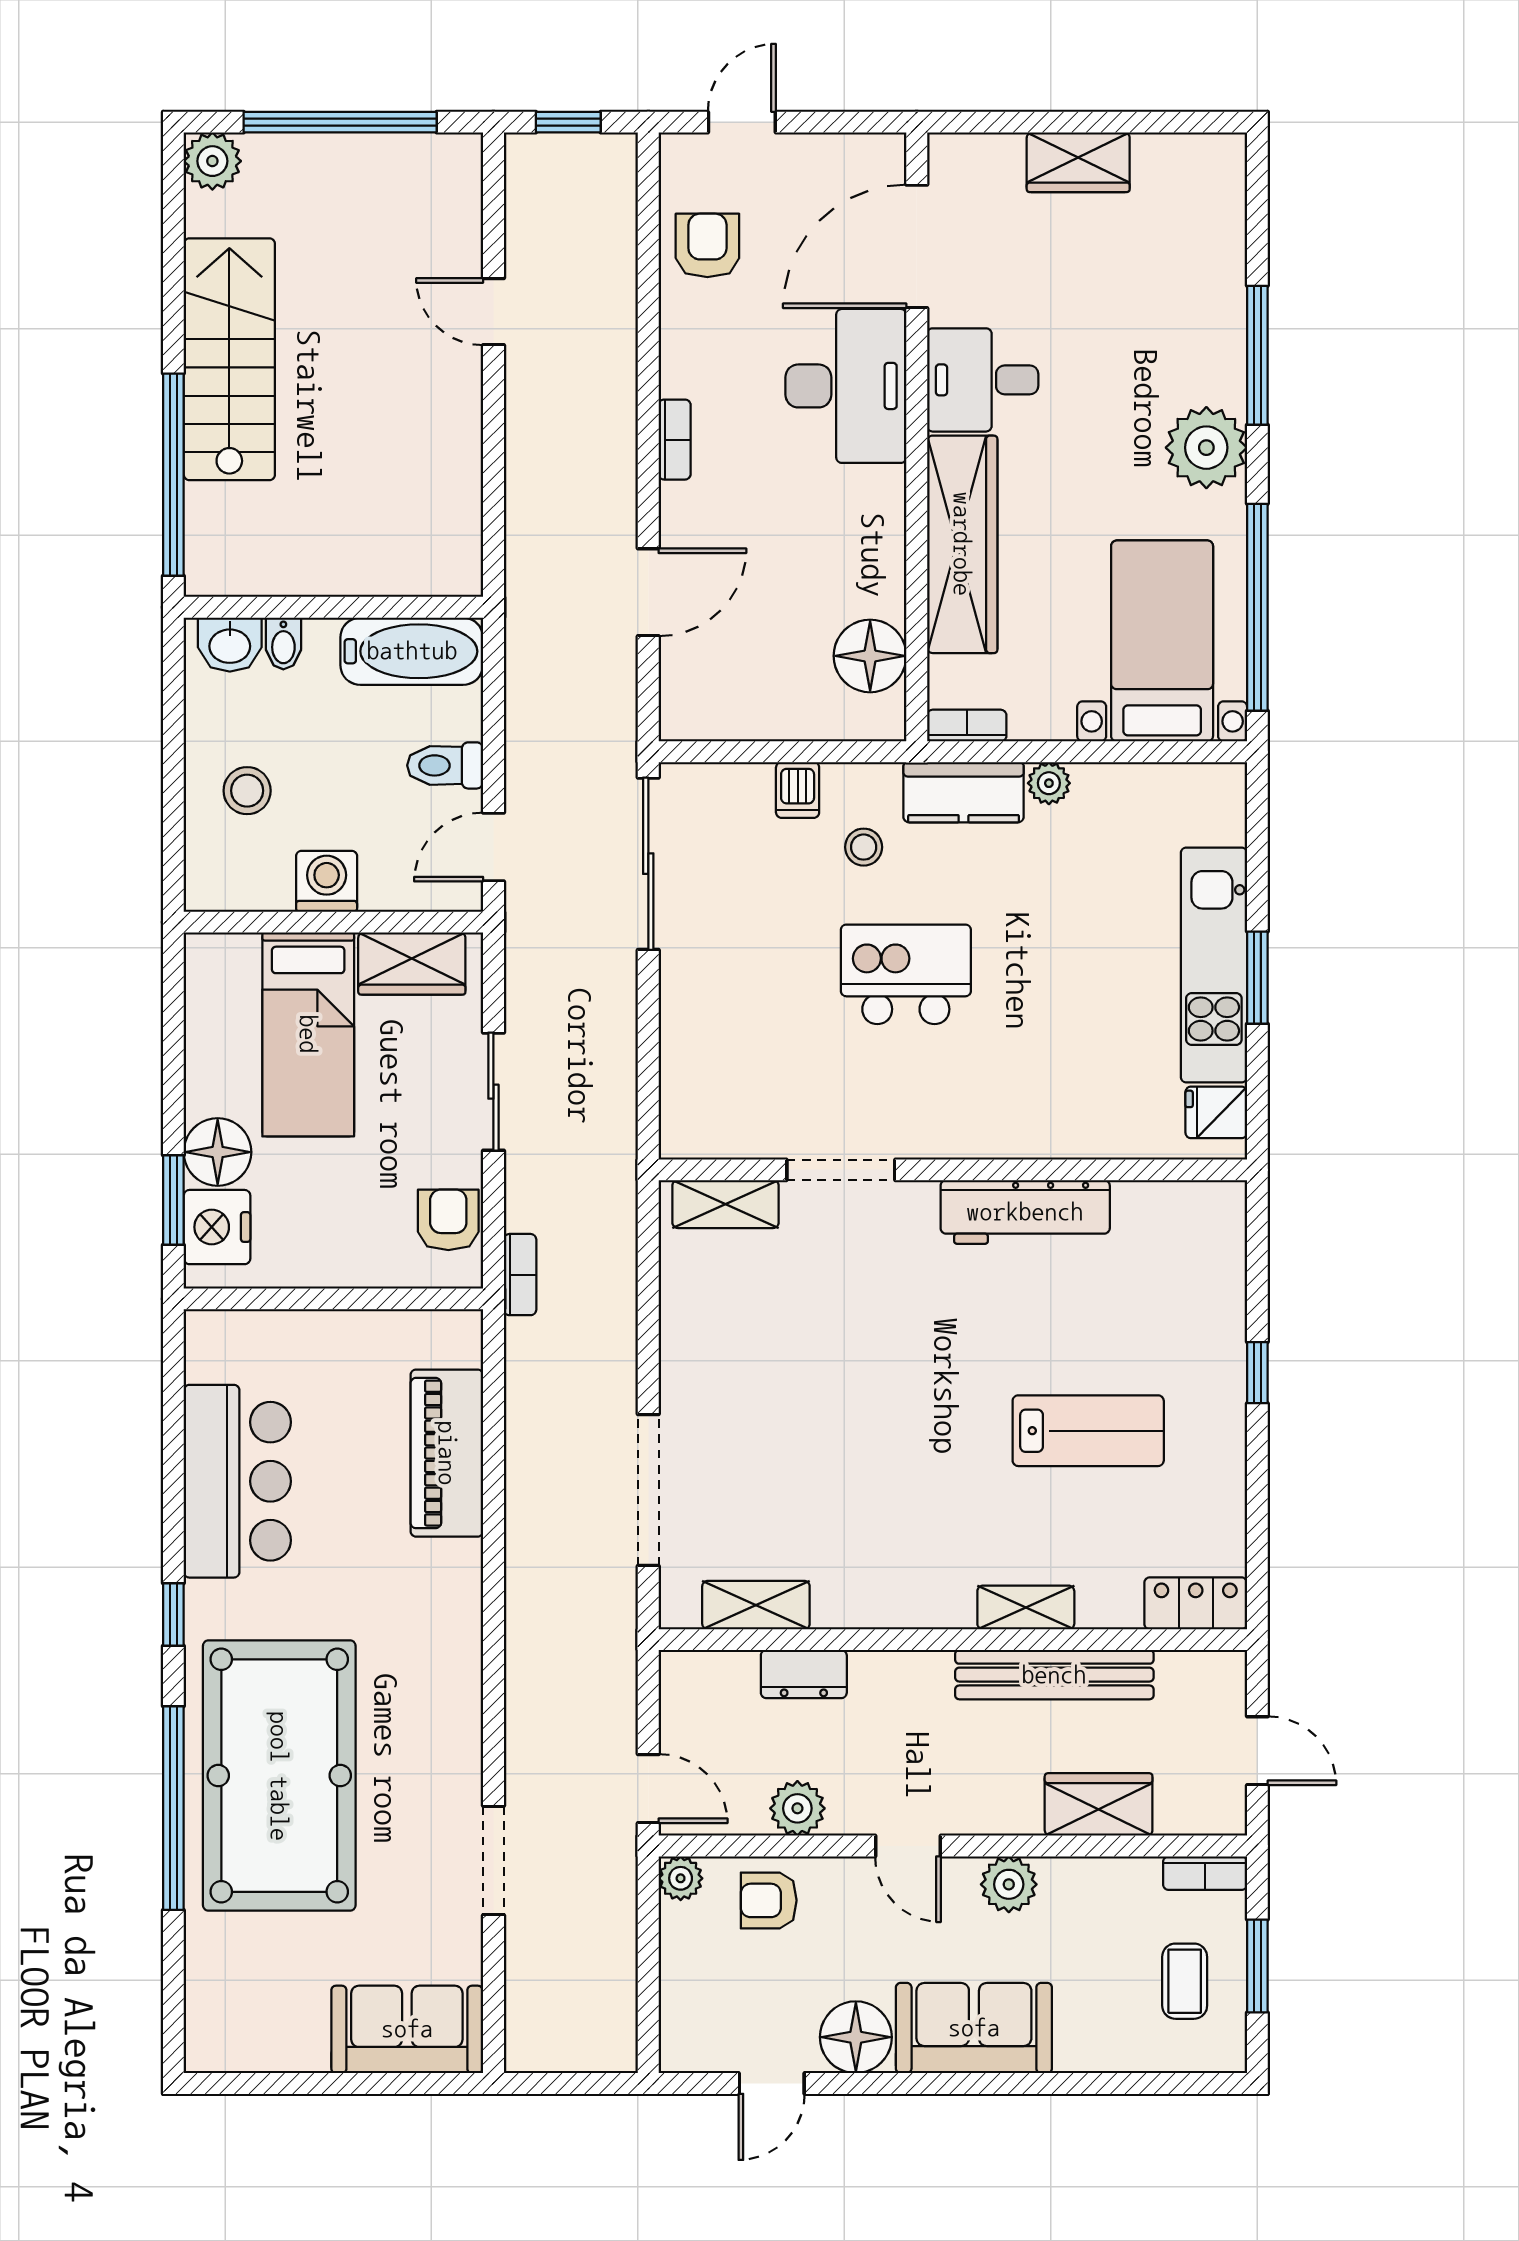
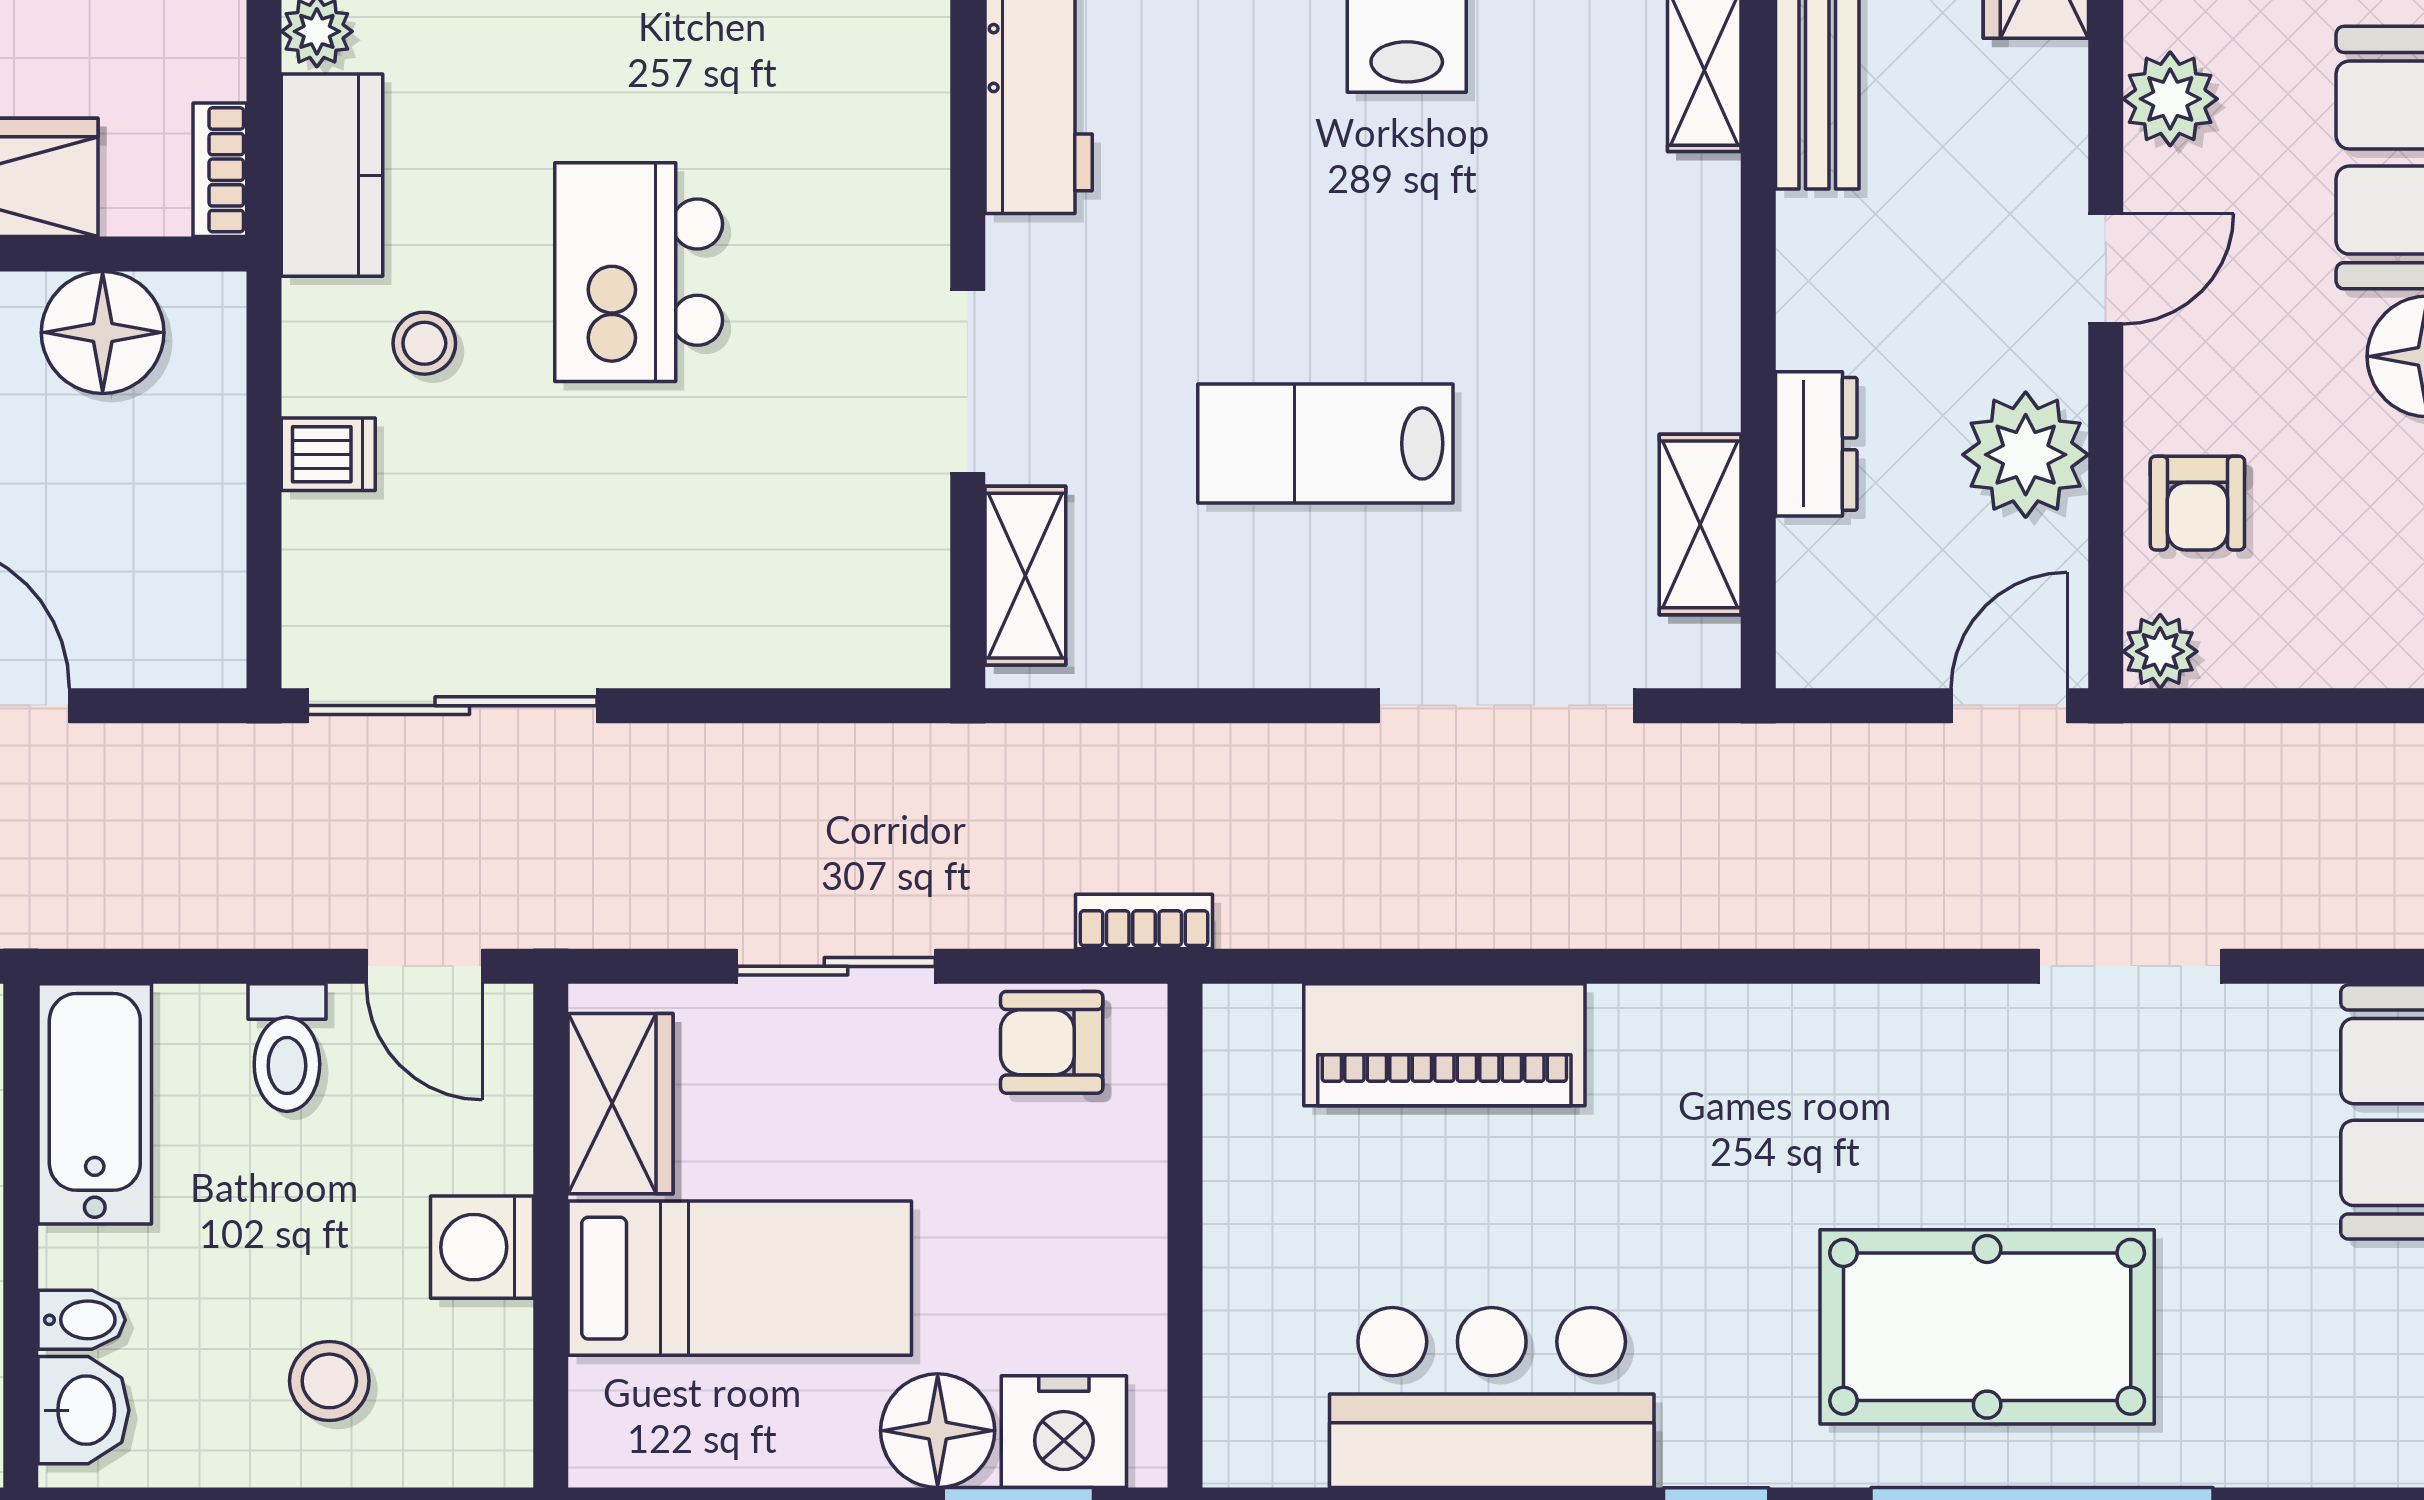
lab bench: (804, 1382) -> (1325, 443), added
pool table: (279, 1776) -> (1987, 1327), width x0.73, depth x0.76
plant: (797, 1808) -> (2026, 455), width x1.36, depth x1.36

